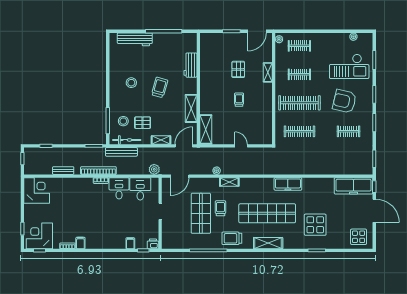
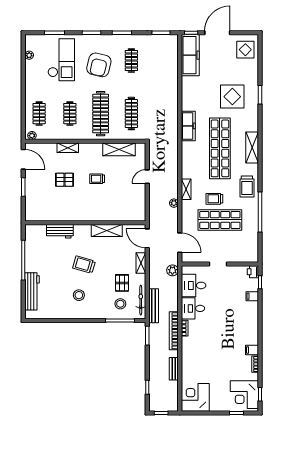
shelving: (206, 129) -> (119, 149), moved

